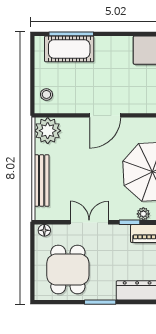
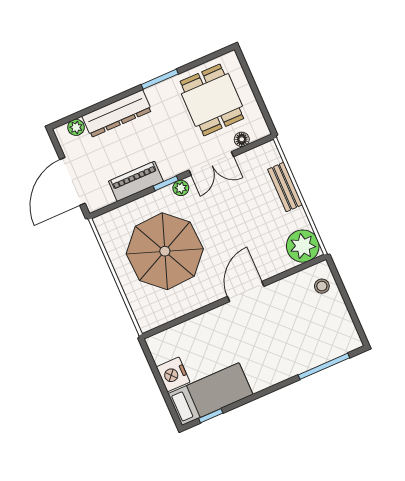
cot: (69, 49) -> (319, 348), removed
bench: (42, 181) -> (285, 187), width x0.73
plant: (143, 214) -> (181, 188), moved
floor lamp: (44, 230) -> (242, 139), moved

